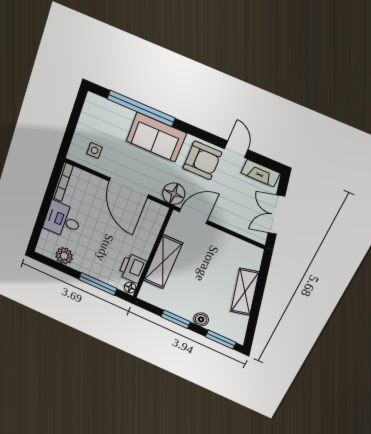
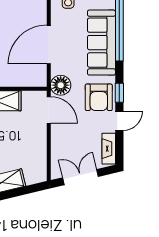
sofa: (156, 137) -> (101, 43), width x1.36
window: (207, 137) -> (119, 93), added

